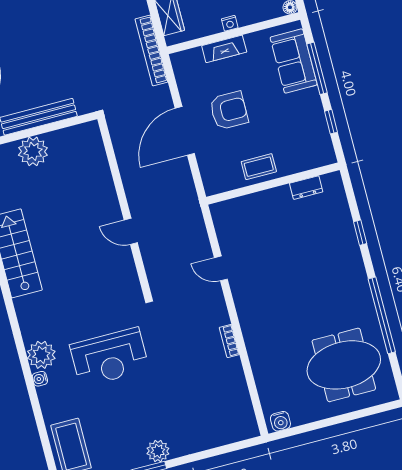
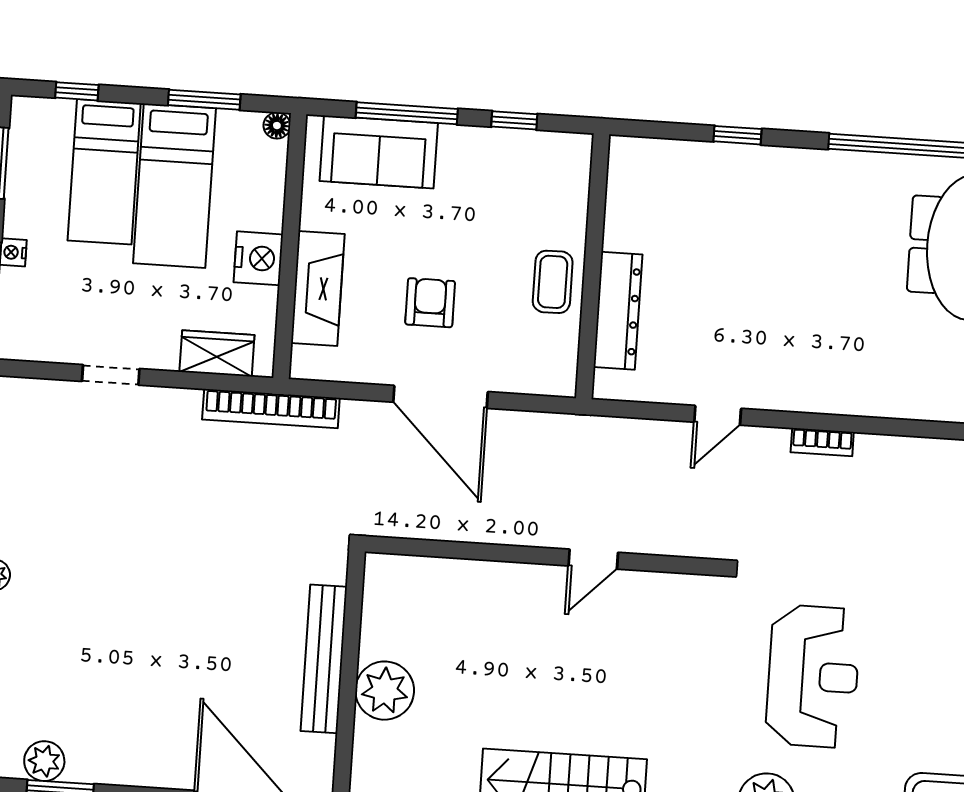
nightstand: (230, 23) -> (258, 258), width x1.89, depth x1.79
fireplace: (224, 49) -> (318, 289), width x1.37, depth x1.32
armchair: (229, 110) -> (430, 303), width x0.72, depth x0.72
dresser: (306, 188) -> (618, 311), moved, width x1.96, depth x1.24
bookcase: (229, 341) -> (822, 442), moved

